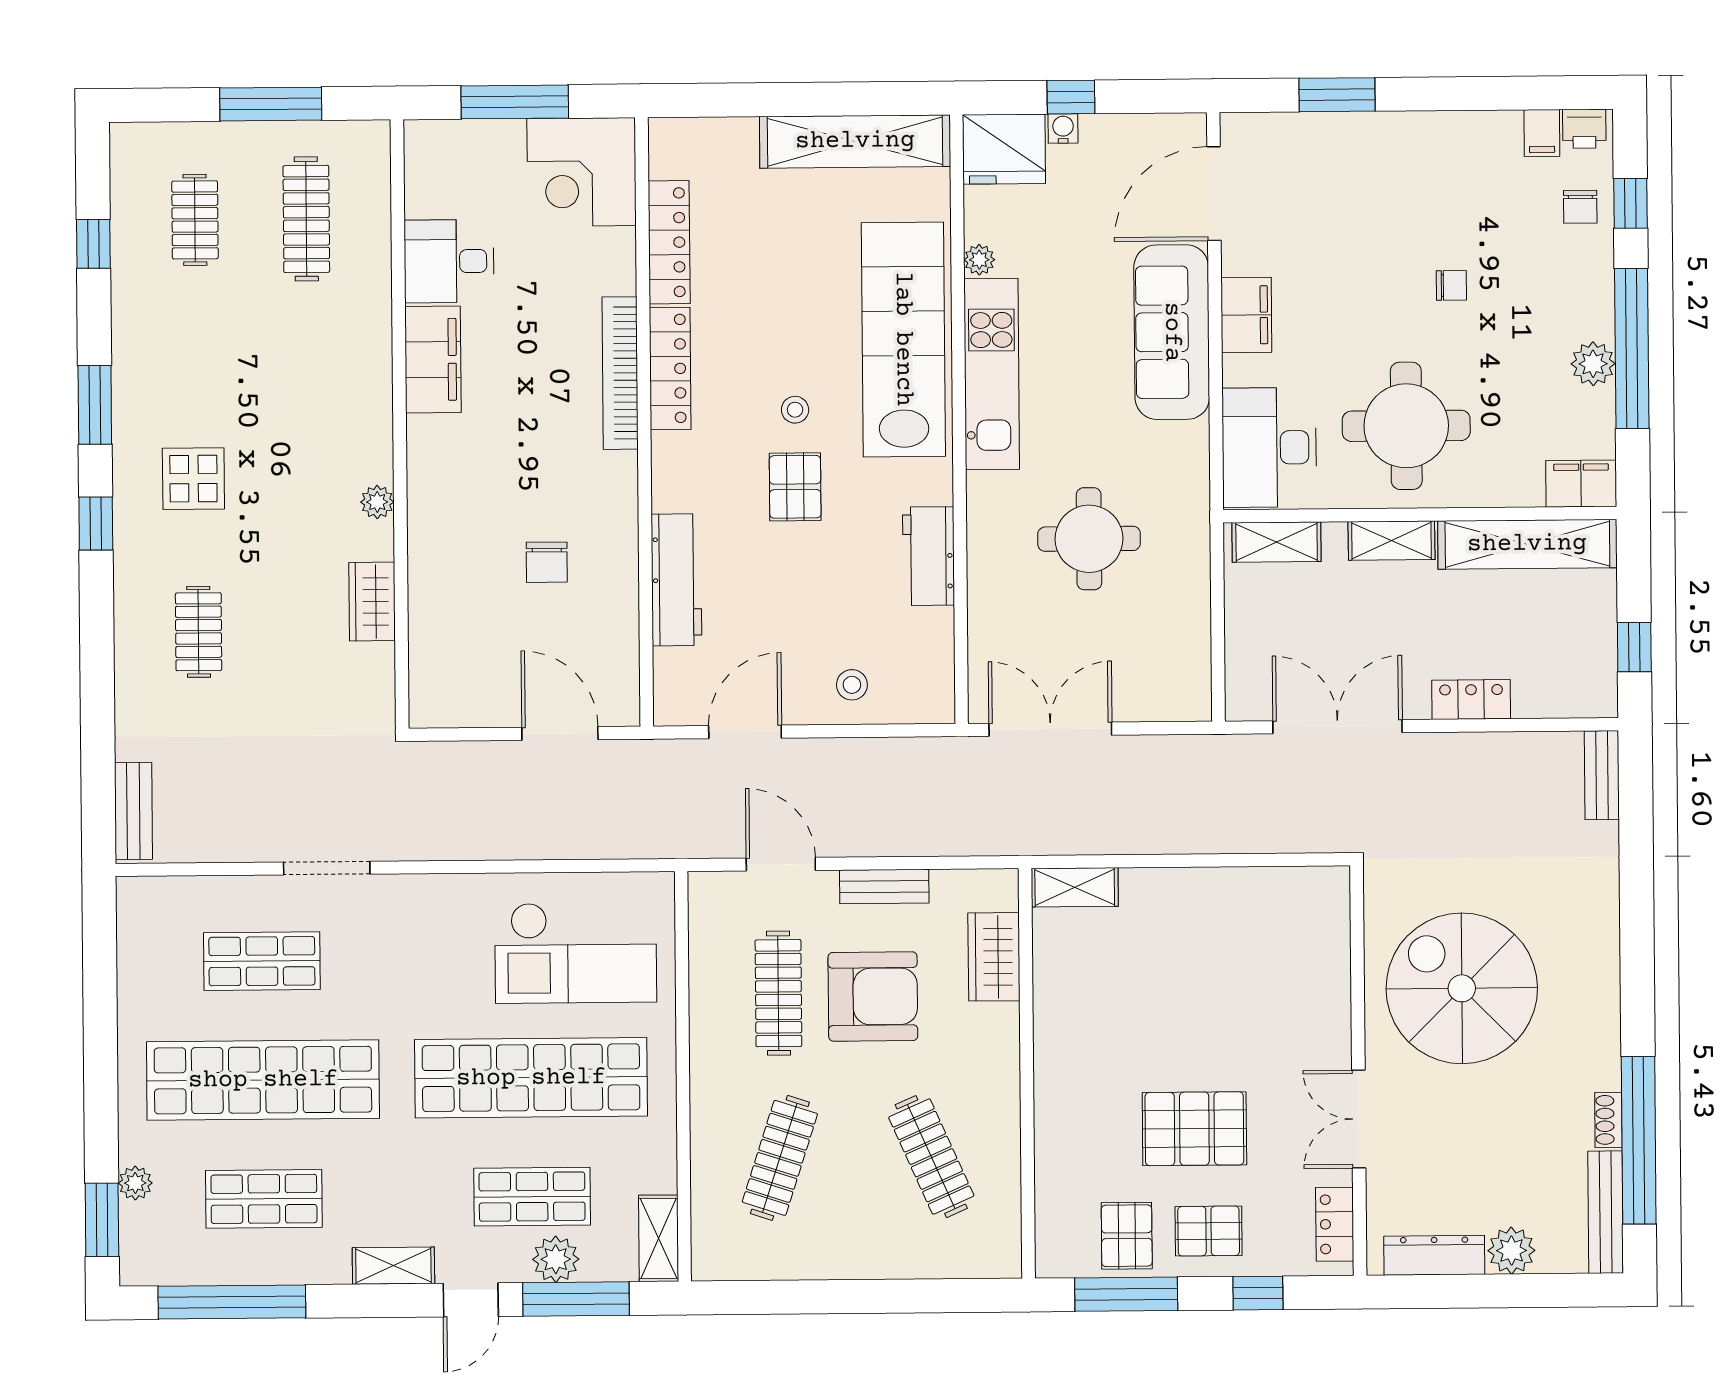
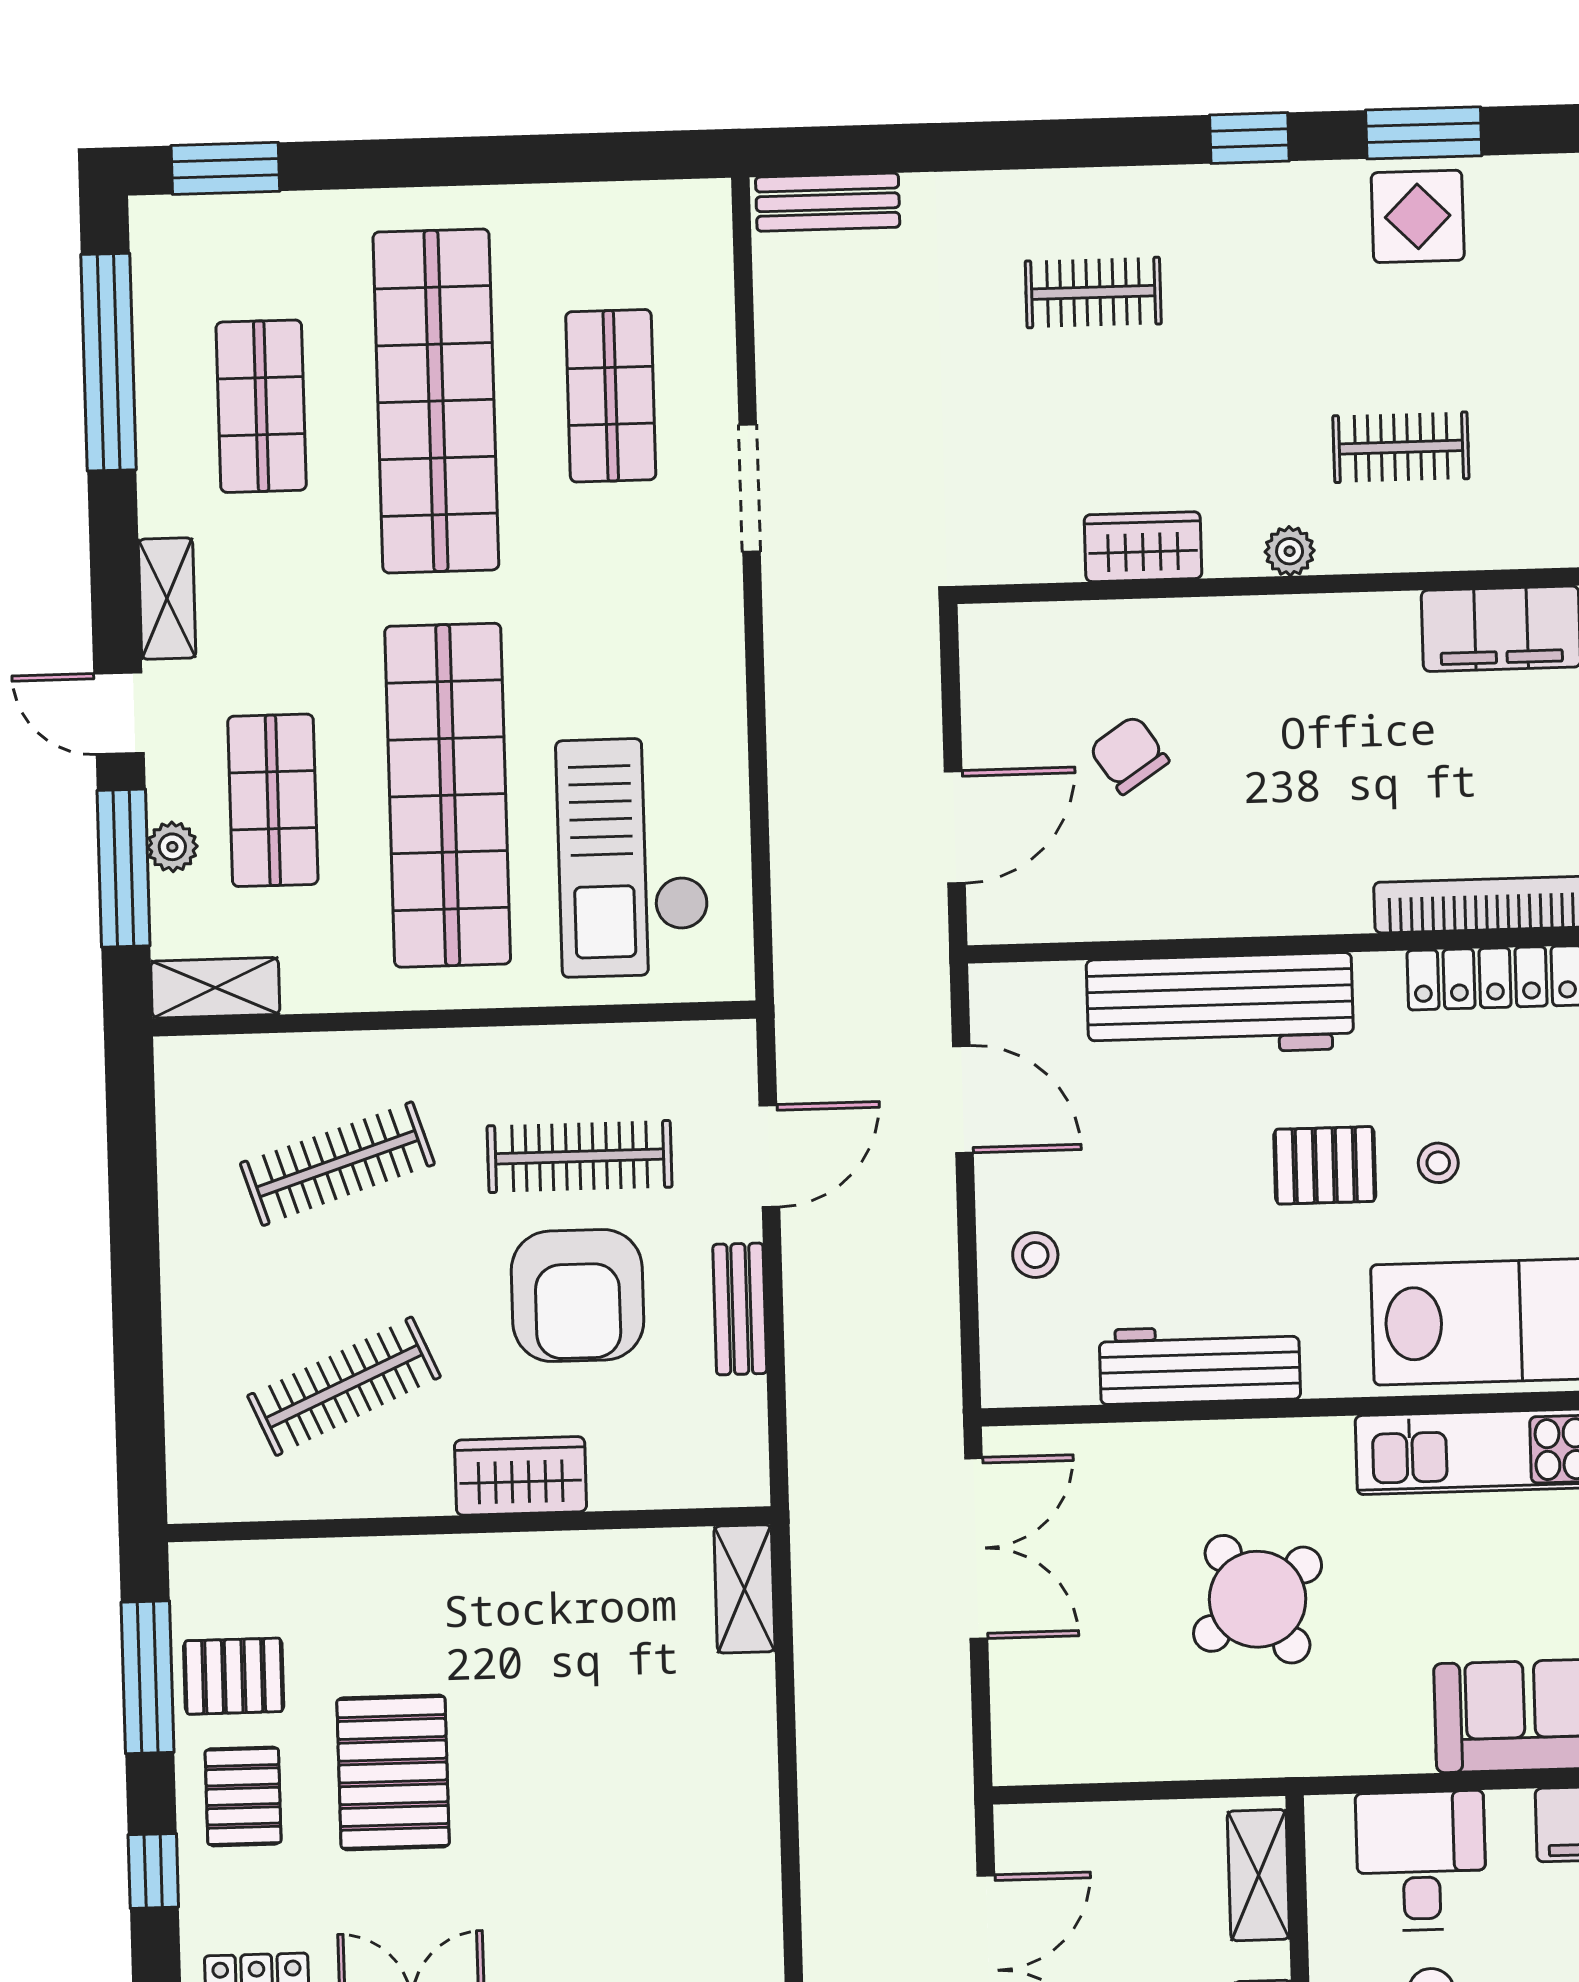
clothes rail: (308, 425) -> (1401, 447), added
desk: (1269, 447) -> (1421, 1861), width x0.73
display table: (193, 479) -> (1418, 216), moved
round table: (1089, 539) -> (1258, 1599), turned -35
workbench: (928, 556) -> (1200, 1364), width x1.38
chair: (547, 562) -> (1129, 755), moved, turned 56
workbench: (676, 580) -> (1220, 1004), width x1.36, depth x1.32
wardrobe: (994, 957) -> (521, 1476), moved
clothes rail: (780, 1158) -> (337, 1164), turned -36
plant: (135, 1183) -> (281, 216), removed
plant: (556, 1259) -> (172, 847), width x0.73, depth x0.73

